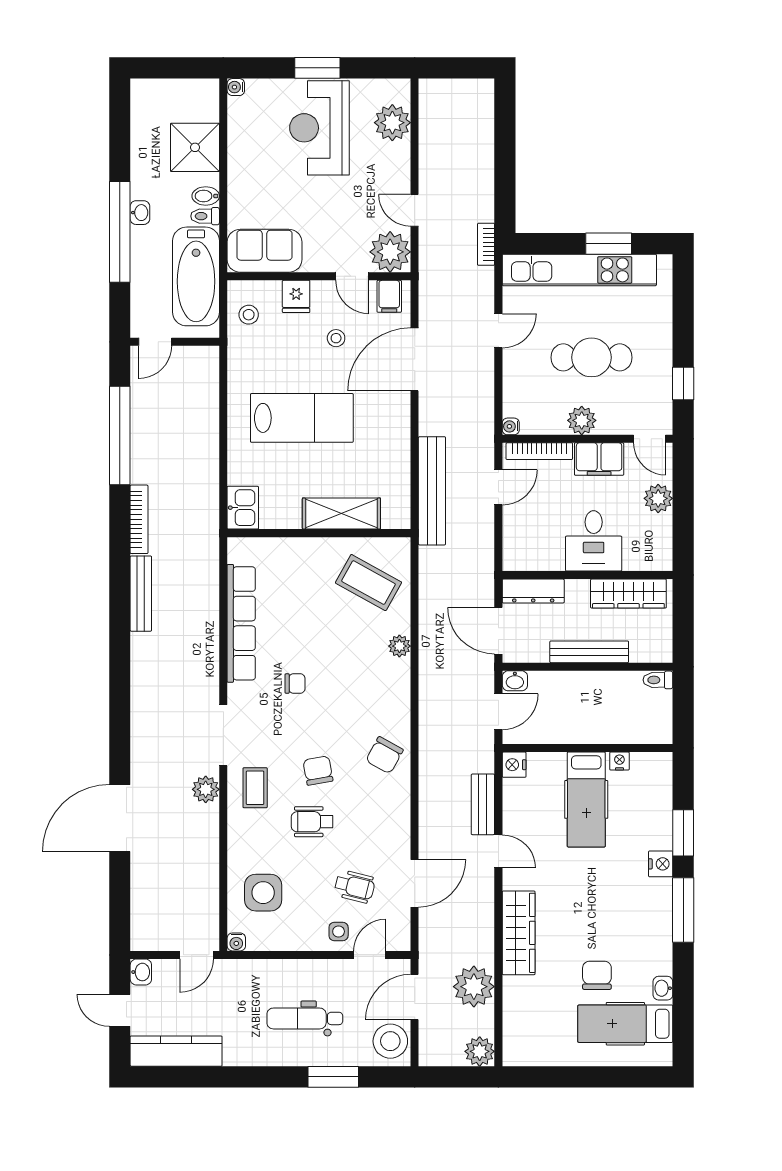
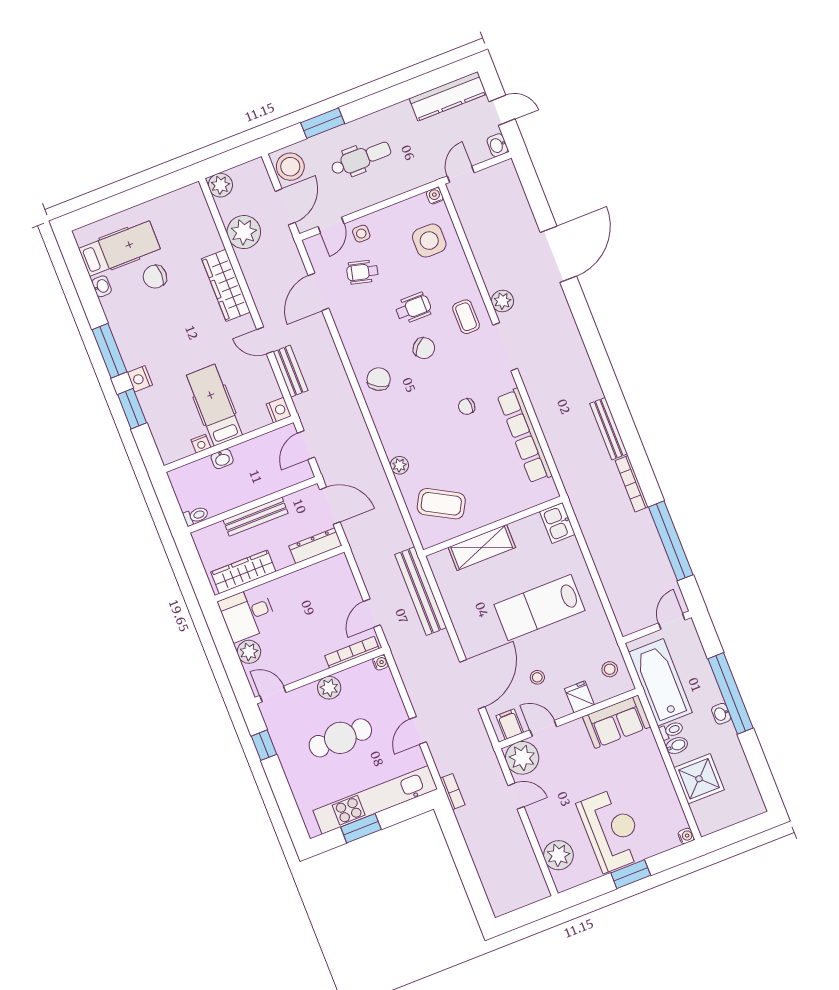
filing cabinet: (599, 459) -> (305, 664), removed
desk: (594, 541) -> (248, 614), moved, turned -90
washbasin: (515, 681) -> (222, 459), moved, turned 180
chair: (318, 771) -> (424, 348), turned -37
chair: (597, 975) -> (155, 277), turned 90

